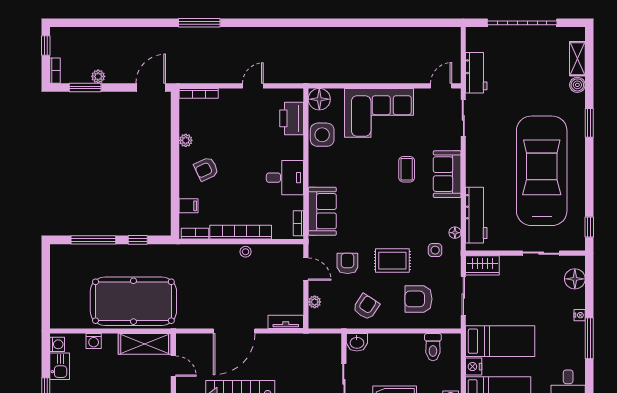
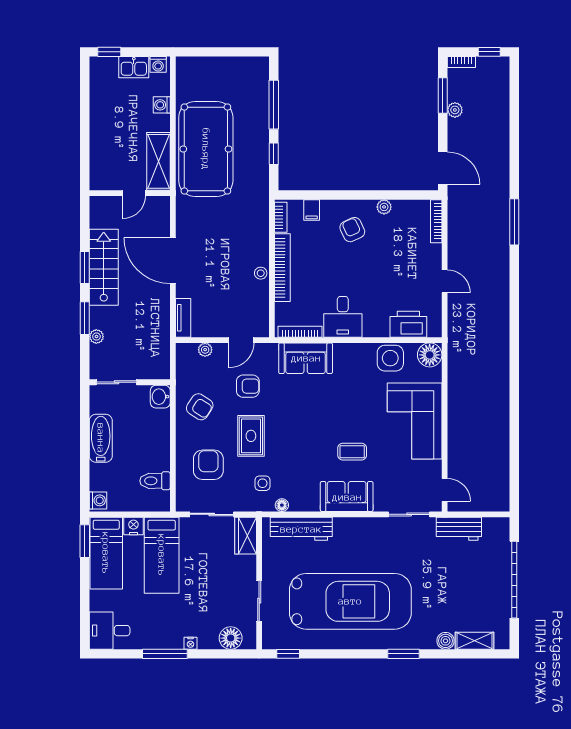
bookcase: (298, 223) -> (300, 332), width x1.56

